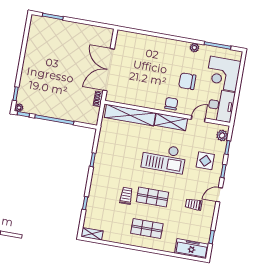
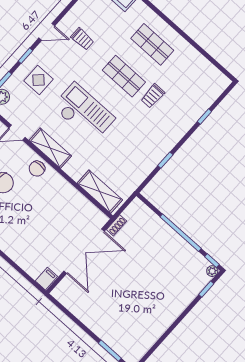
filing cabinet: (122, 37) -> (46, 279), added
shelving: (130, 115) -> (100, 192), width x0.68
shelving: (92, 234) -> (218, 77), removed

